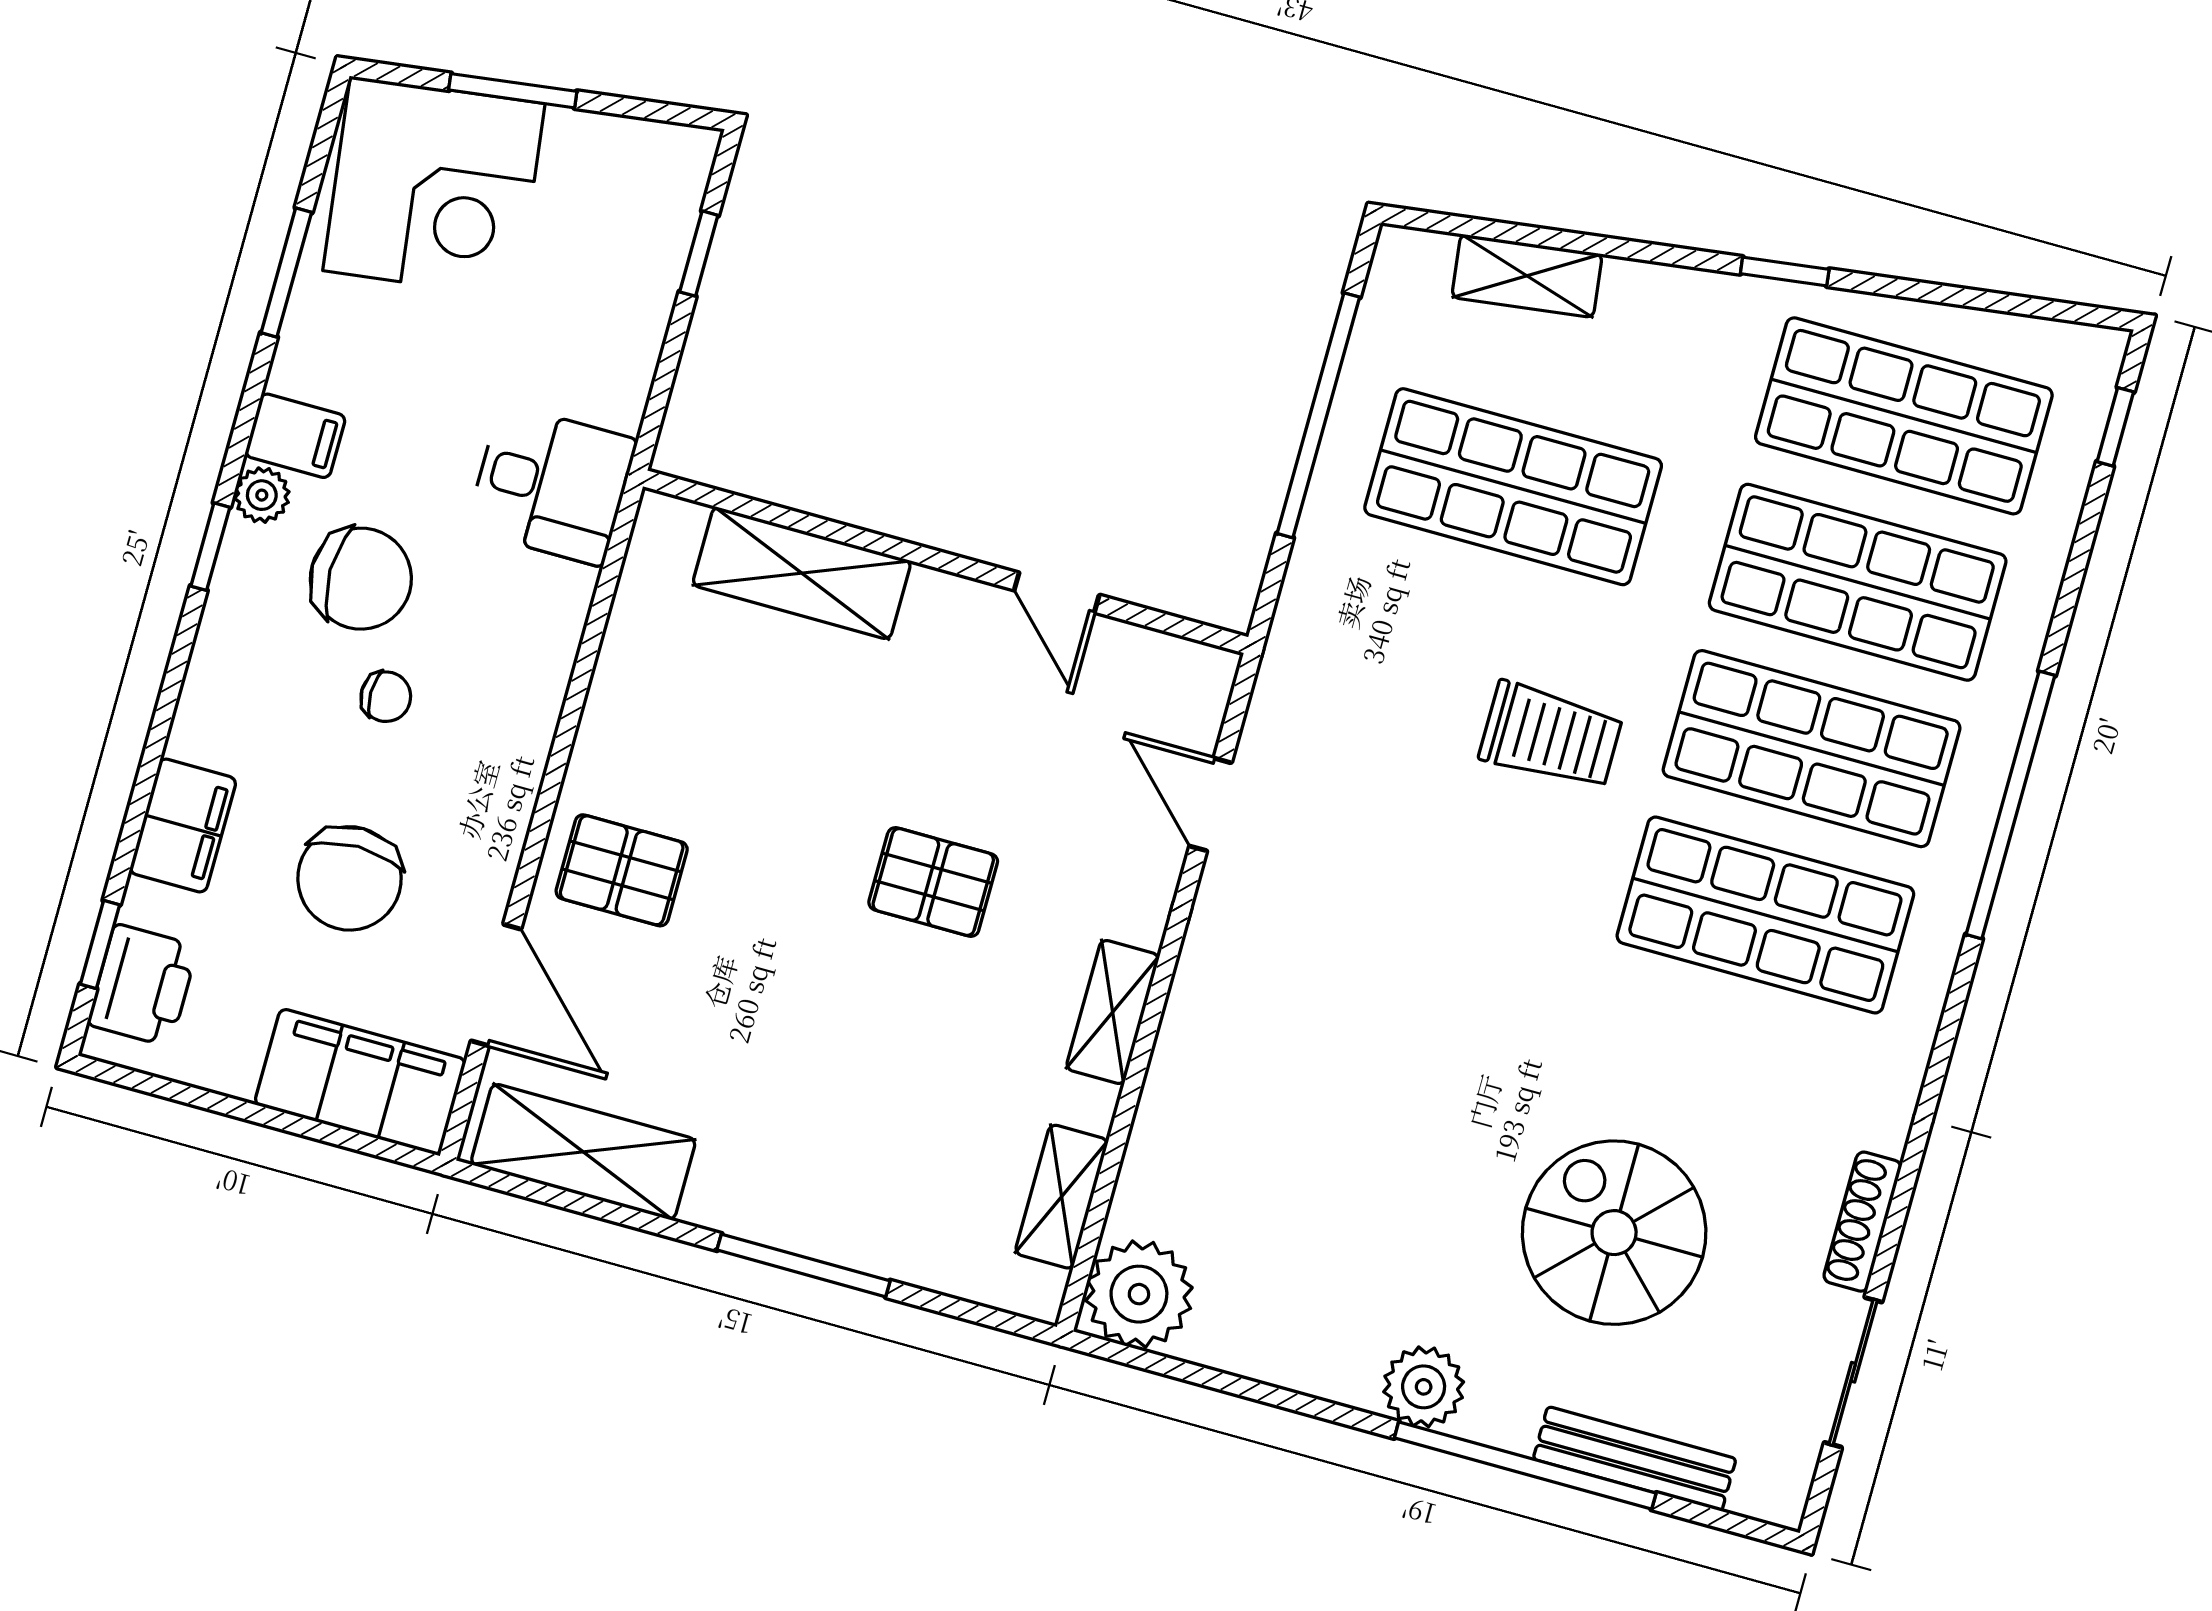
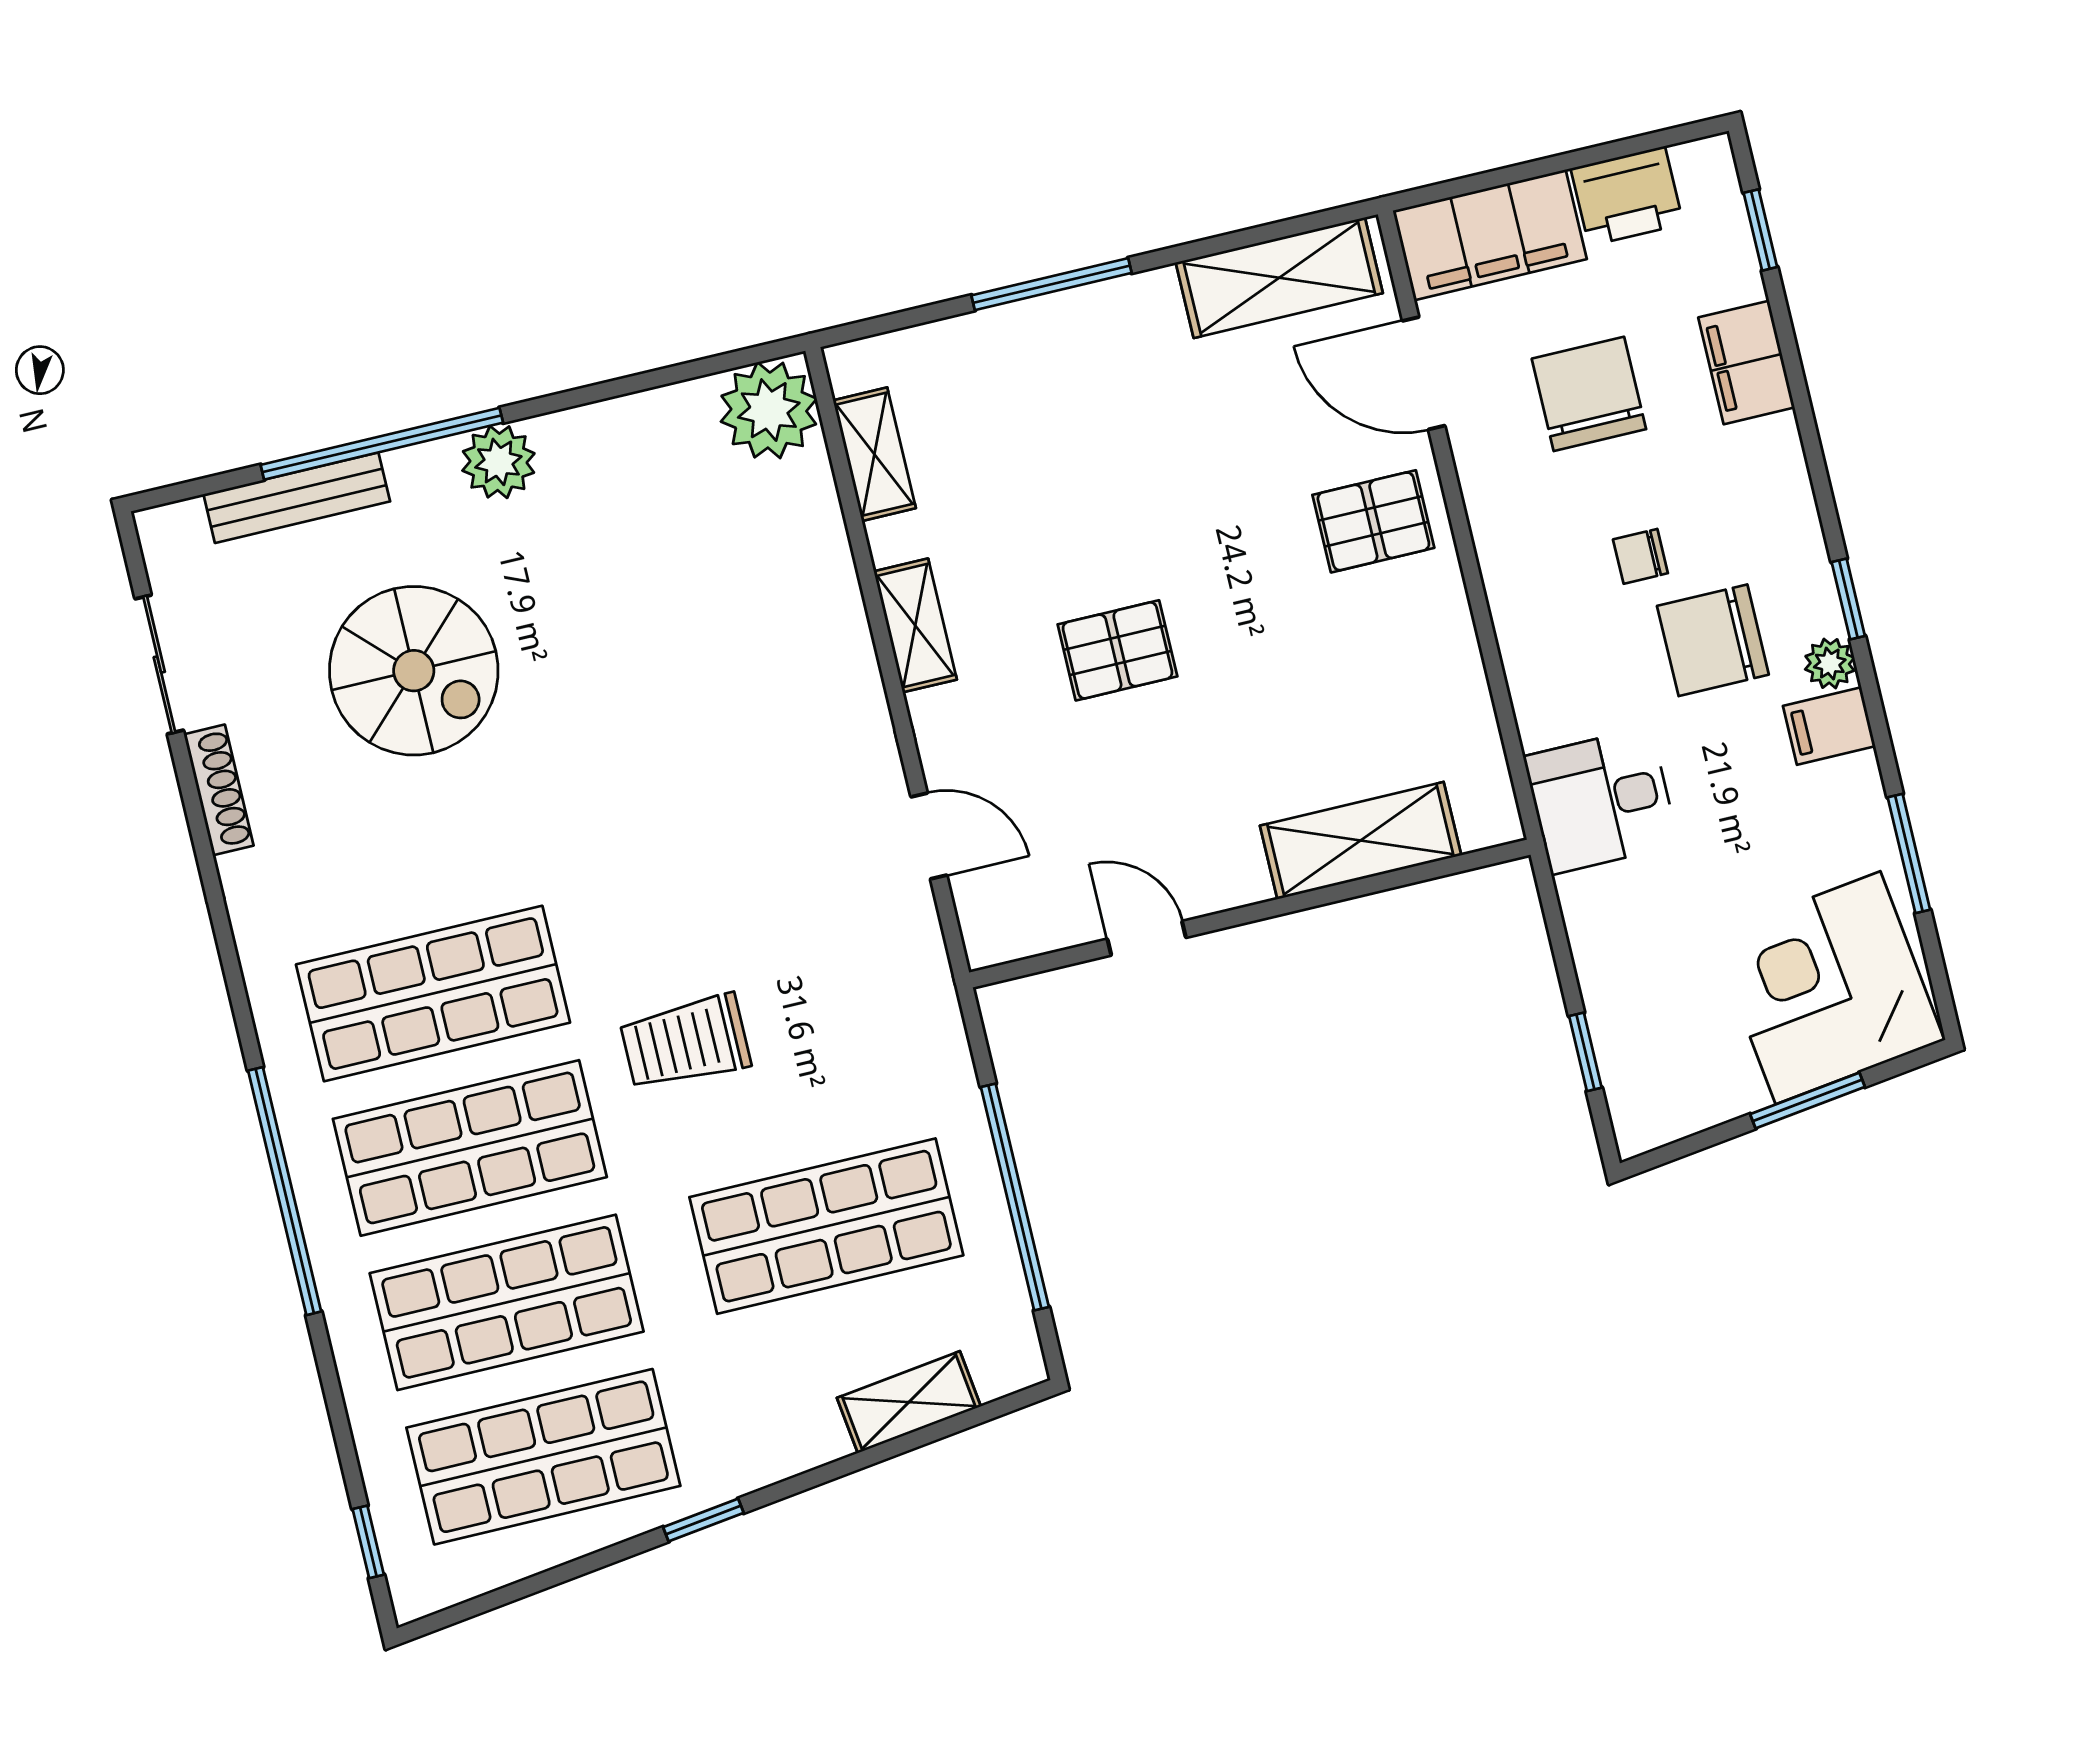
printer: (143, 985) -> (1627, 196), moved, turned -90

